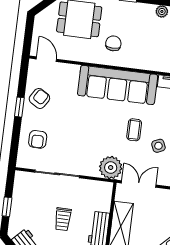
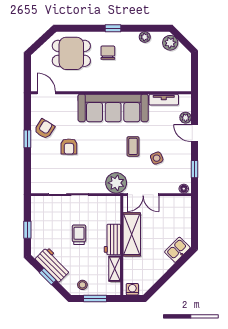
chair: (113, 43) -> (108, 53), moved
armchair: (38, 139) -> (69, 147), moved
double door: (139, 184) -> (143, 195), swing flipped
trolley: (63, 219) -> (79, 235), turned 180

